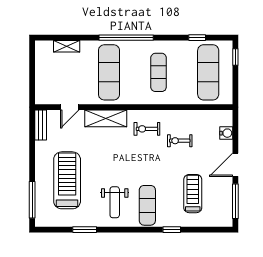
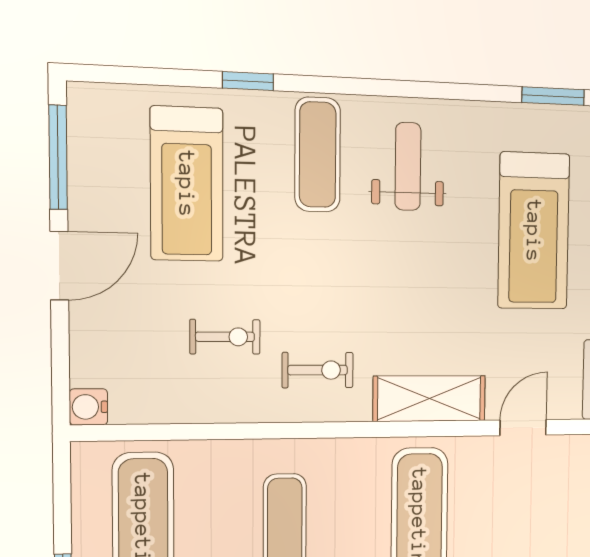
water cooler: (226, 133) -> (88, 407), moved
treadmill: (193, 194) -> (187, 184), width x1.37, depth x1.37
window: (85, 230) -> (553, 96), moved

